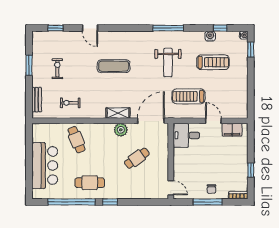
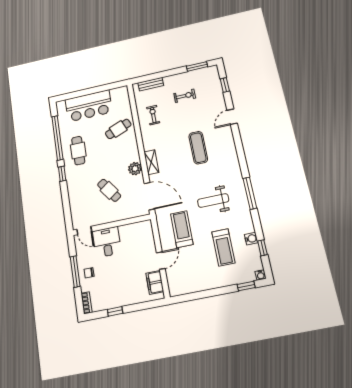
window: (29, 65) -> (197, 66), moved
desk: (186, 135) -> (107, 242), moved
door: (171, 188) -> (84, 230), hinge flipped

